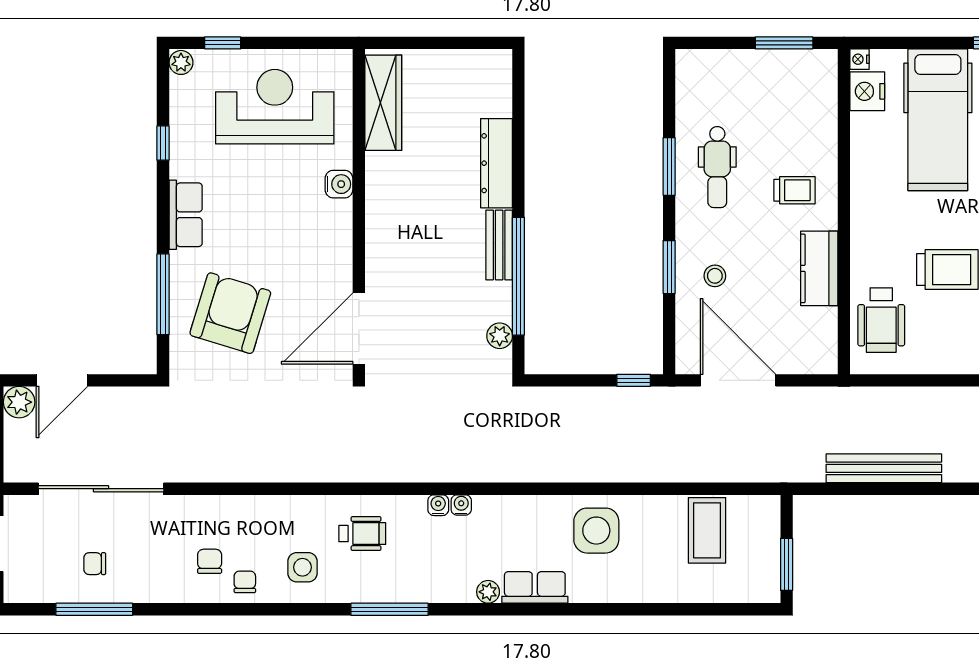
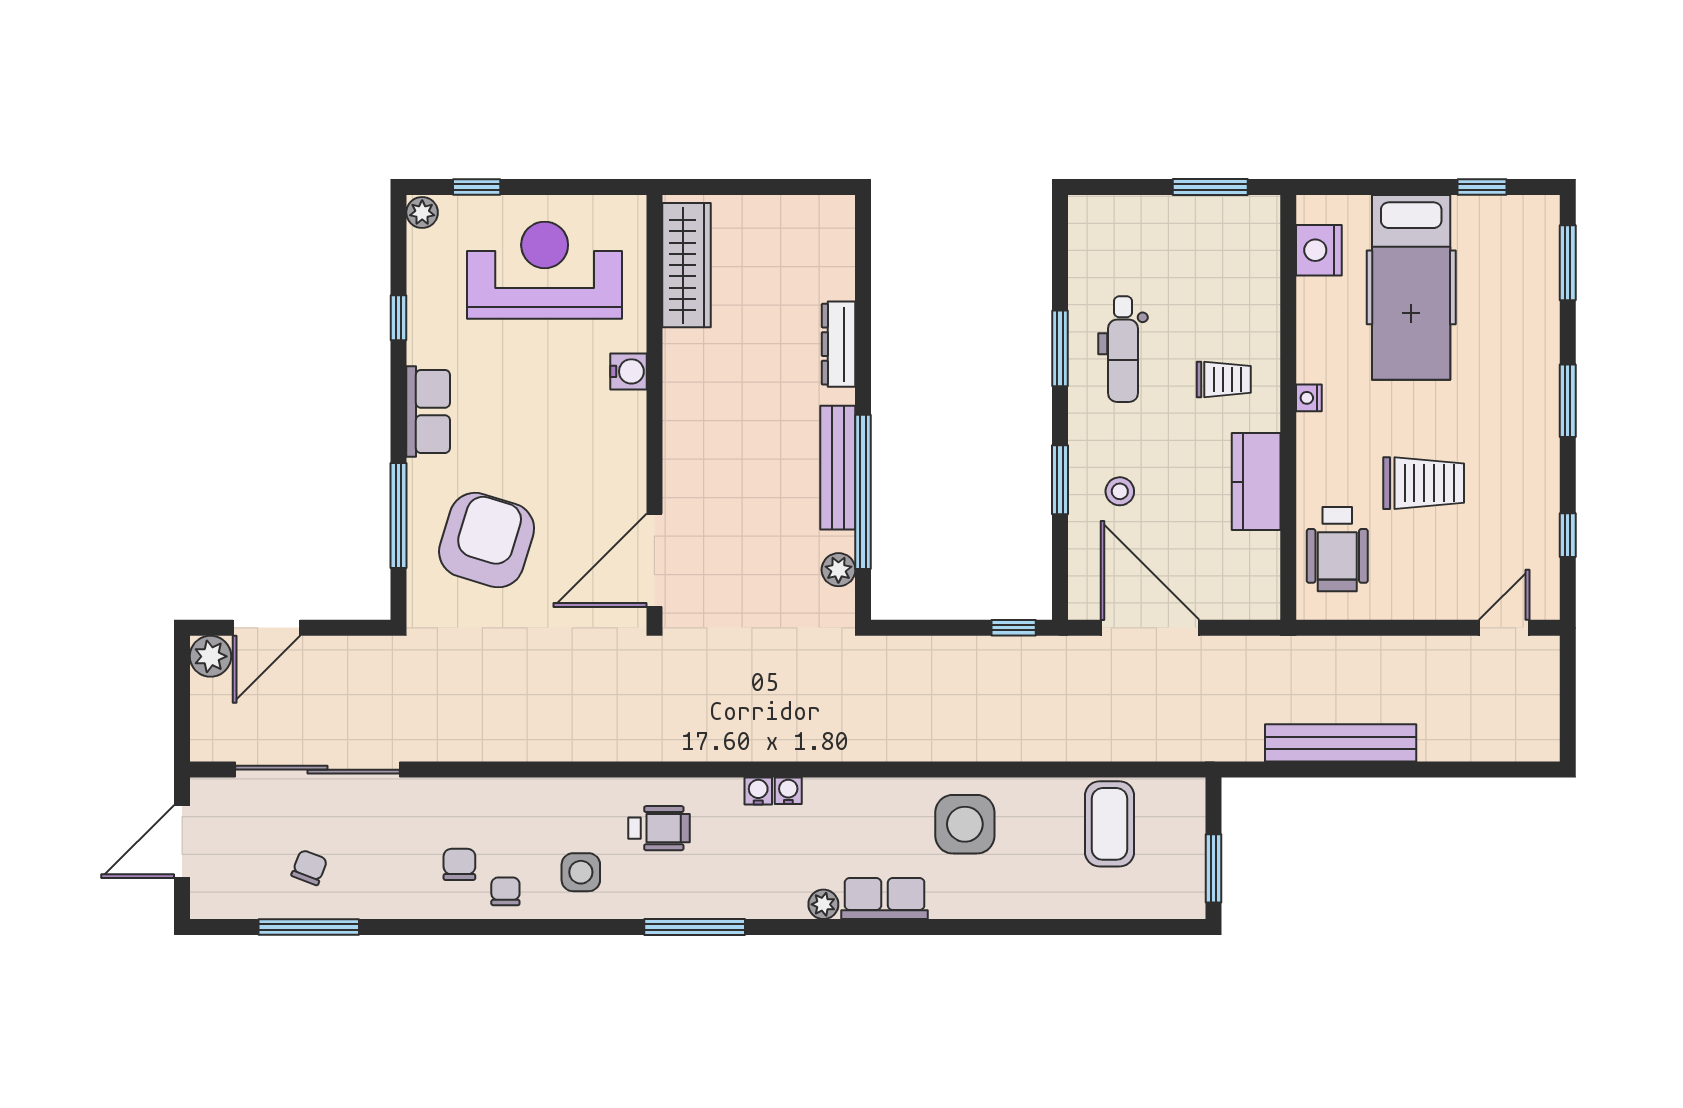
nightstand: (860, 59) -> (1309, 398), moved
dresser: (497, 163) -> (839, 344), width x0.73, depth x0.80
bench: (499, 245) -> (838, 468), width x1.36
chair: (95, 564) -> (309, 867), turned 111

